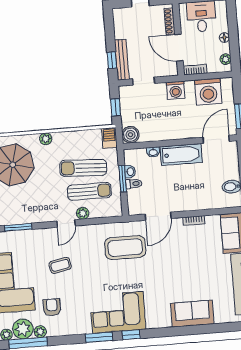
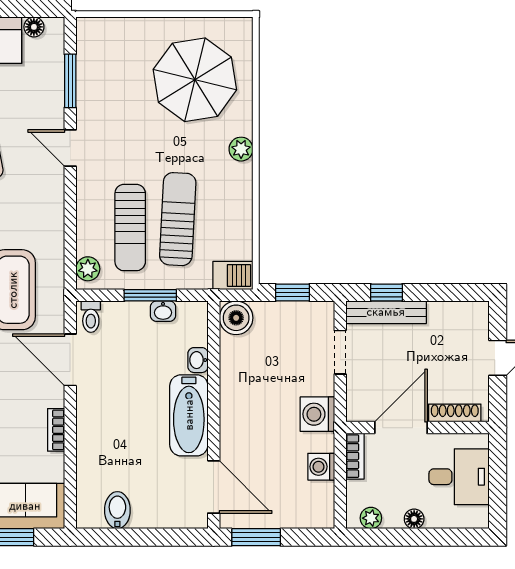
washing machine: (208, 92) -> (321, 467), width x0.53, depth x0.53
toilet: (134, 184) -> (91, 317), moved
plant: (83, 213) -> (88, 269), moved
door: (66, 223) -> (70, 148), moved

